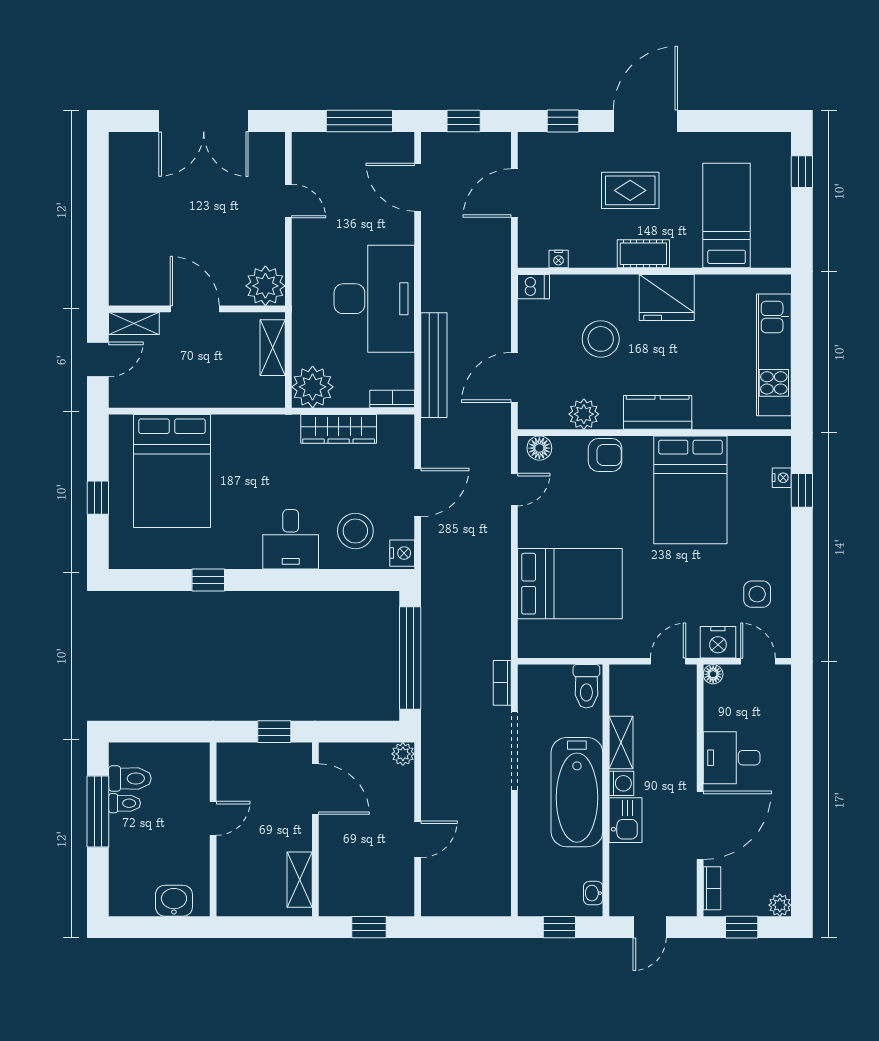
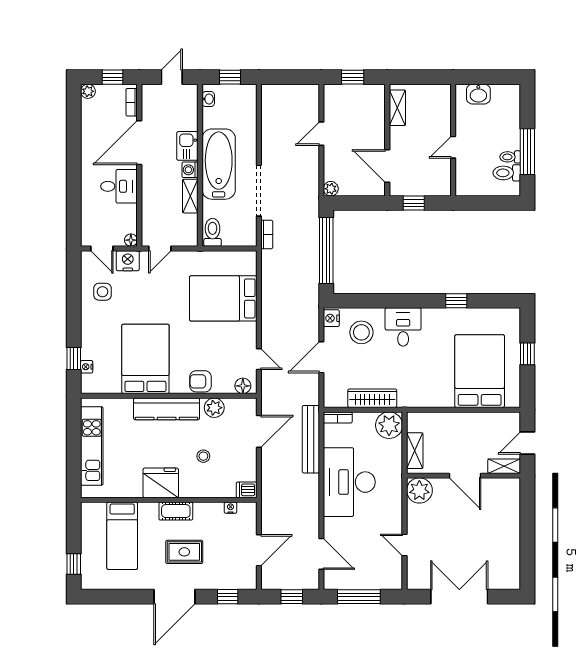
stool: (601, 339) -> (203, 456), width x0.53, depth x0.53
kitchen counter: (658, 412) -> (167, 409), width x1.50
door: (514, 490) -> (259, 359), swing flipped

